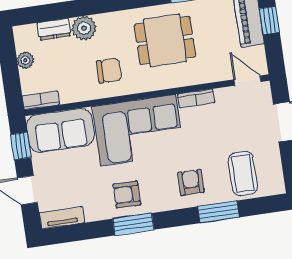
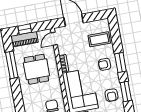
dining table: (165, 40) -> (36, 69), moved
window: (218, 212) -> (120, 63), moved

